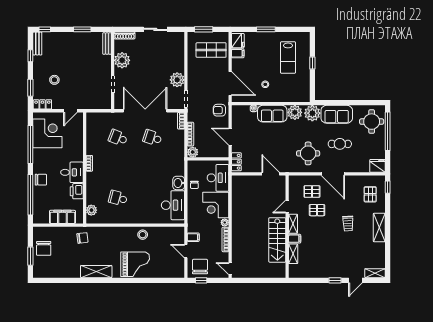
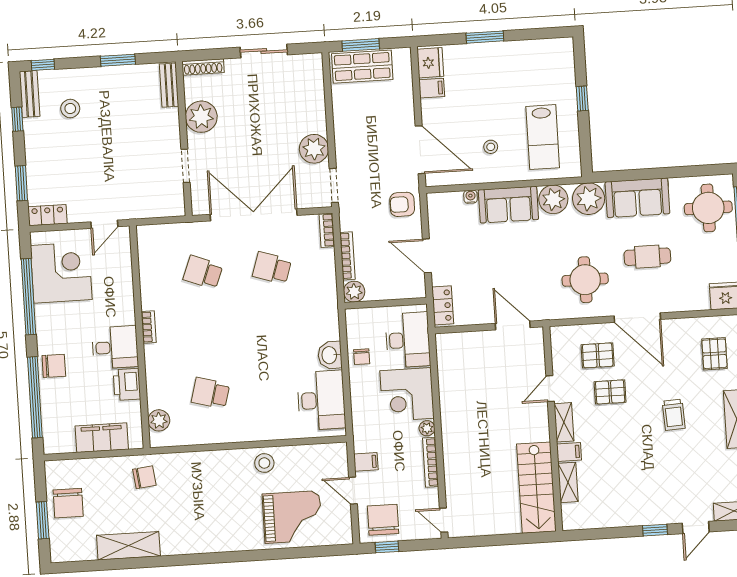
shop shelf: (211, 50) -> (362, 67), moved
lab bench: (288, 58) -> (543, 137), moved
stool: (54, 80) -> (70, 109), moved
stairs: (277, 240) -> (536, 488), moved
grand piano: (135, 264) -> (292, 517), moved
shelving: (96, 272) -> (128, 546), moved

